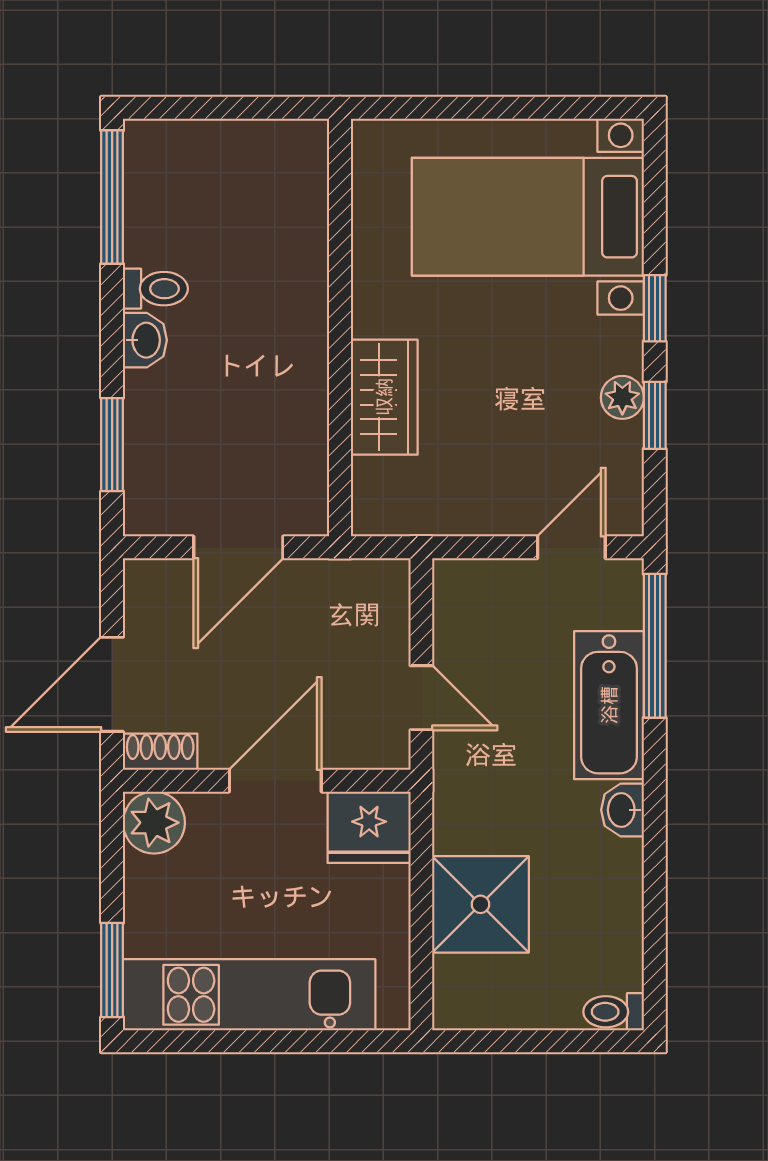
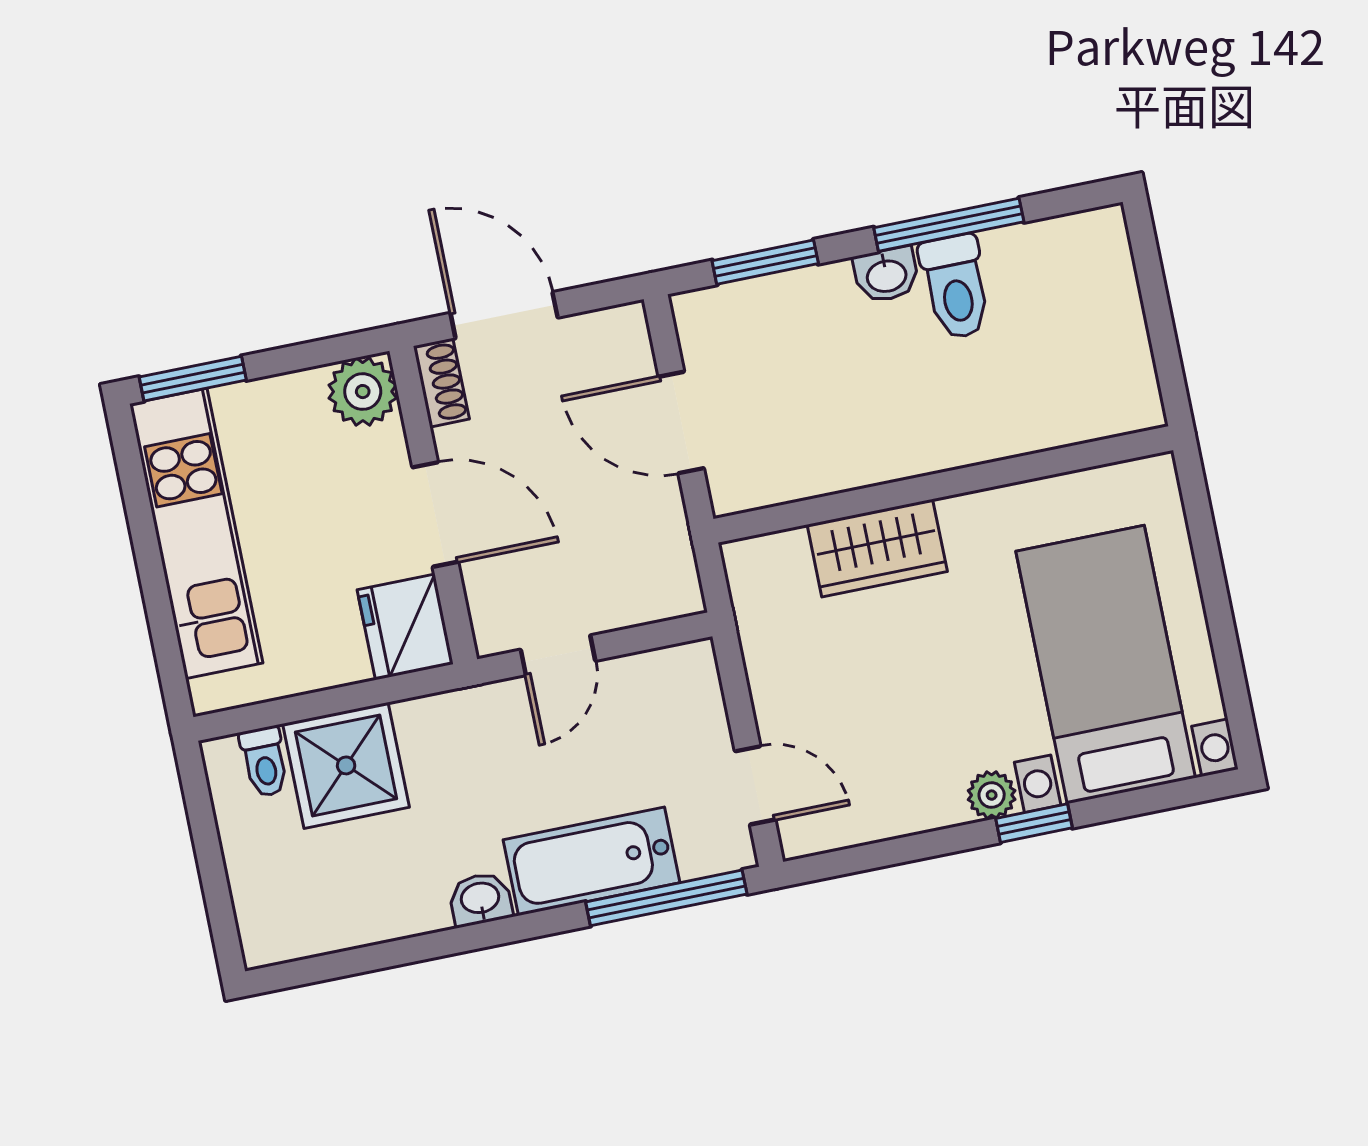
window: (112, 197) -> (949, 225), moved
toilet: (155, 289) -> (956, 287), width x1.37, depth x1.39
plant: (622, 397) -> (992, 795), moved
window: (655, 415) -> (917, 847), removed
toilet: (614, 1012) -> (264, 762), moved, turned 180

